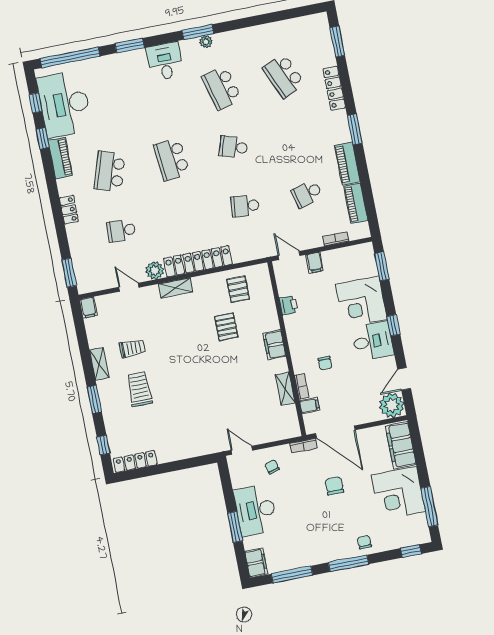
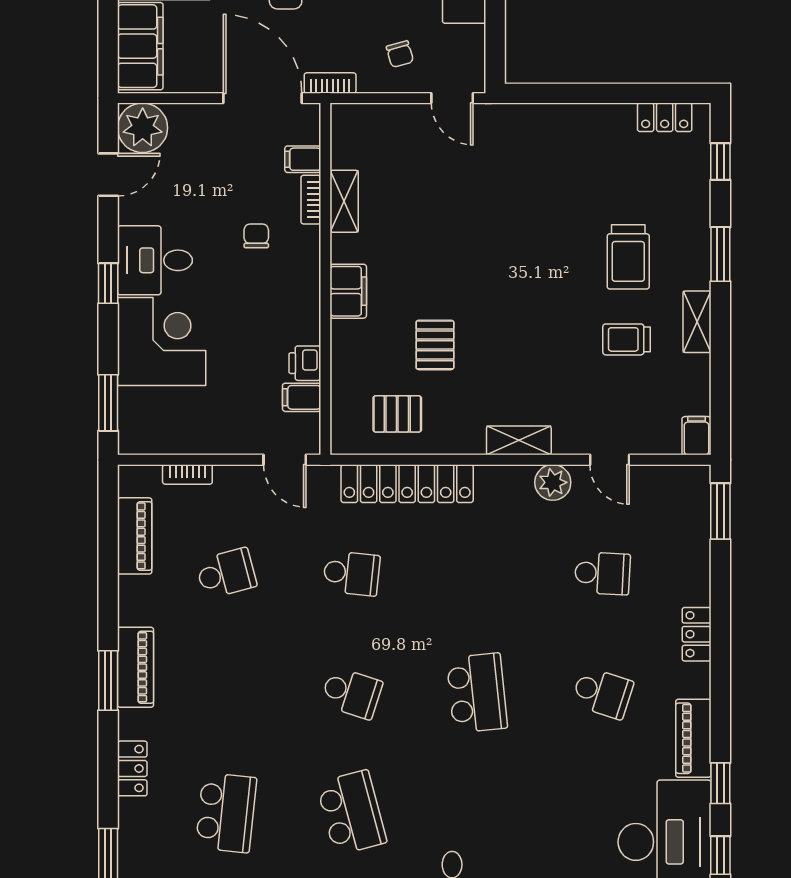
school desk: (284, 76) -> (226, 813), turned 30
locker: (334, 88) -> (132, 768), width x0.66
piano: (347, 163) -> (136, 667), moved
school desk: (110, 171) -> (602, 693), width x0.54
locker: (198, 261) -> (407, 484), moved
filing cabinet: (315, 263) -> (302, 397), moved, turned -90
pallet: (238, 289) -> (397, 414), turned 90
locker: (135, 462) -> (665, 117), width x0.66

